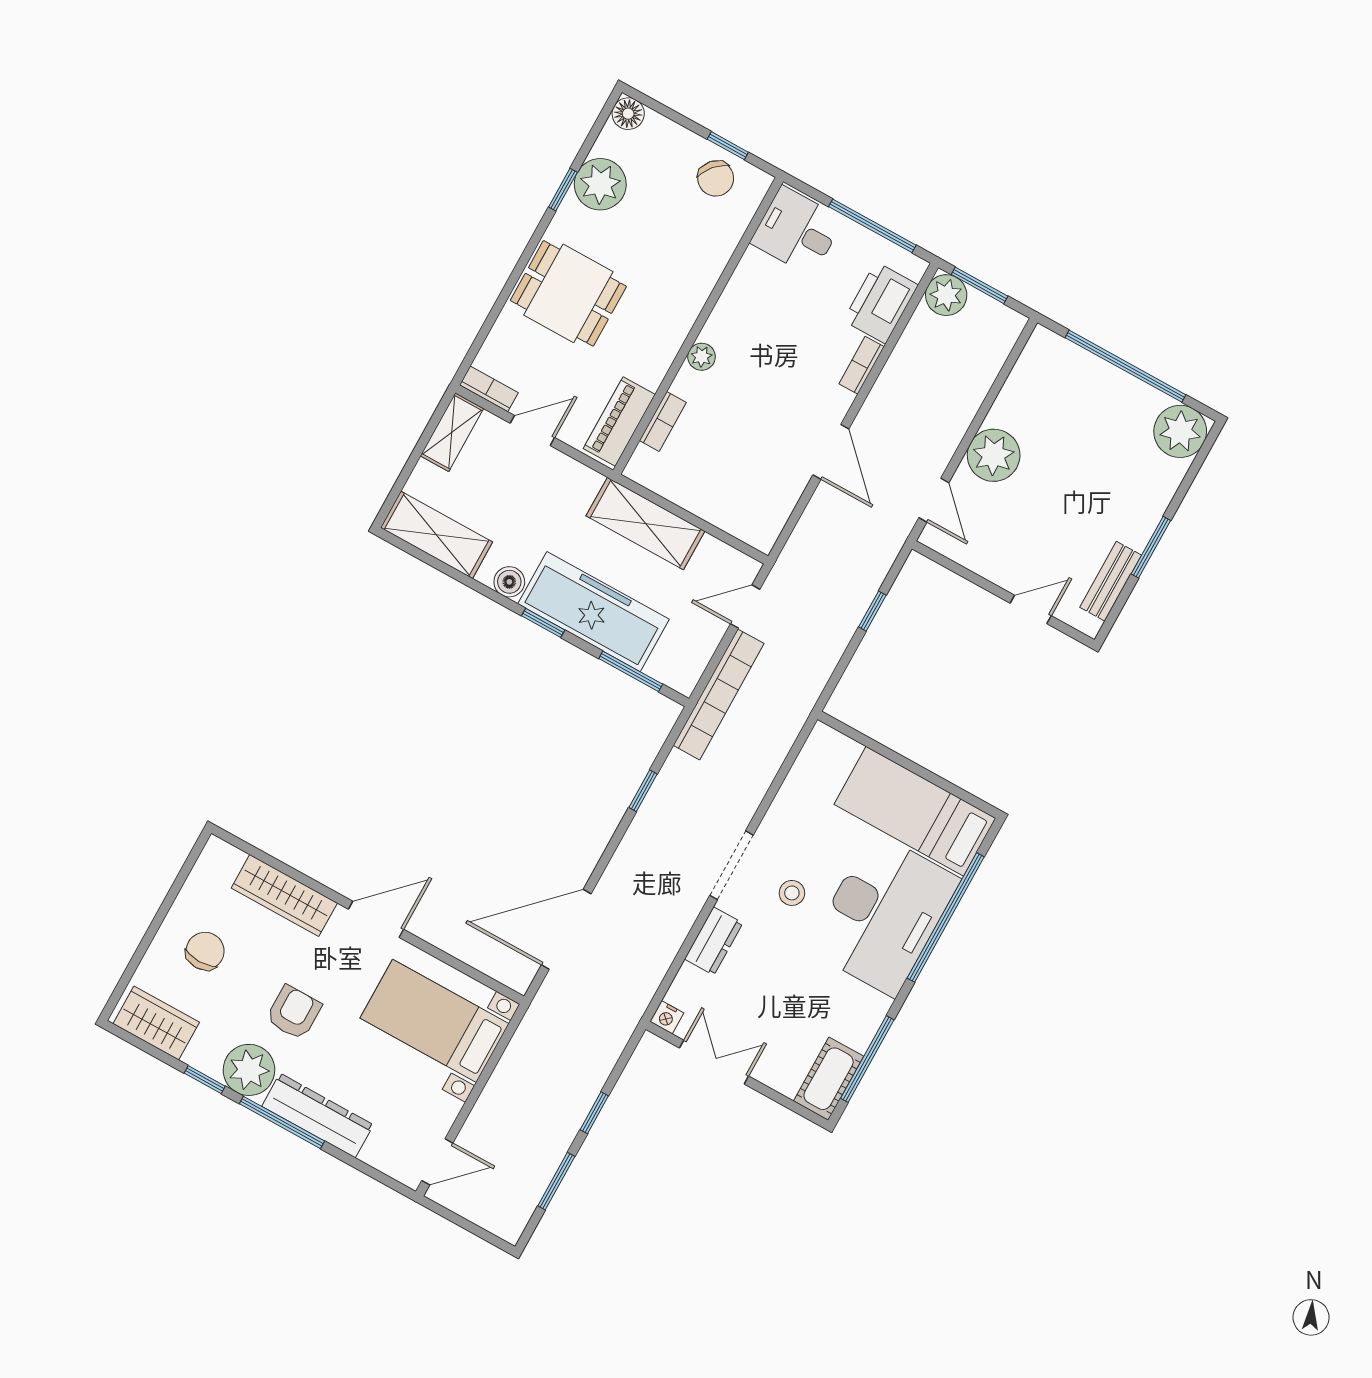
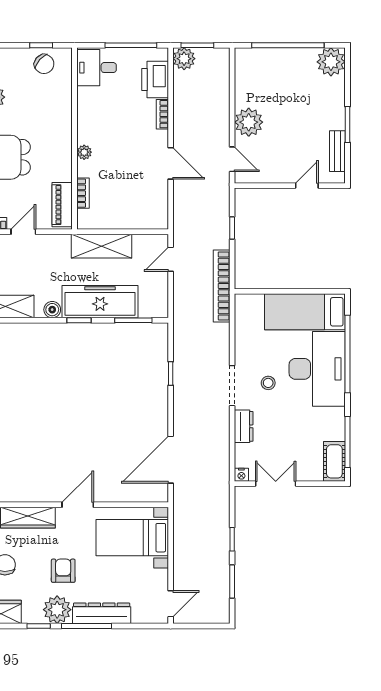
bookcase: (719, 694) -> (222, 286), moved, turned 180

